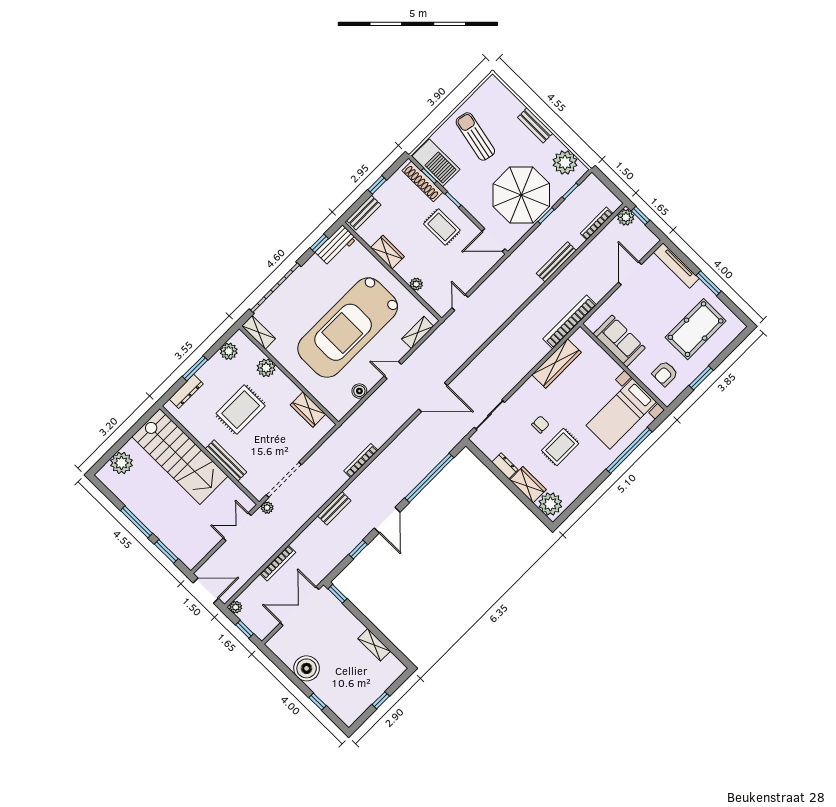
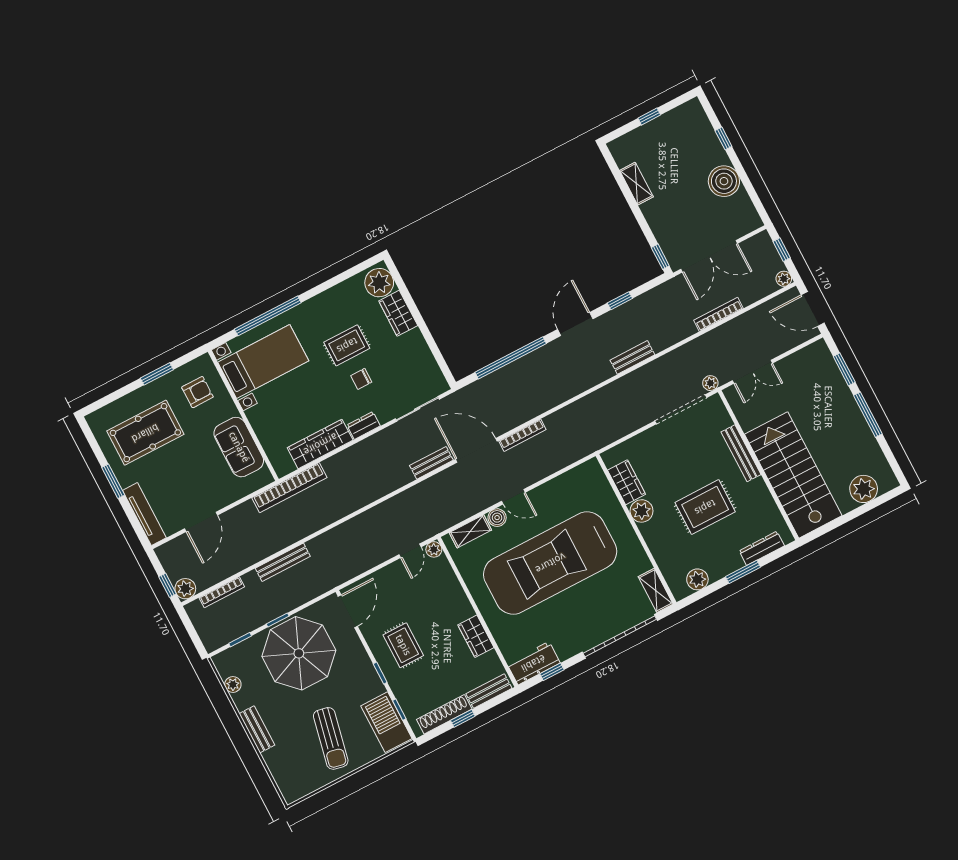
plant: (565, 162) -> (233, 685), width x0.53, depth x0.53
shoe rack: (422, 181) -> (444, 714), moved, turned -90
door: (493, 240) -> (348, 611), hinge flipped
plant: (416, 284) -> (434, 549), moved
car: (348, 328) -> (550, 563), turned 180
plant: (266, 368) -> (642, 511), moved
bench: (465, 376) -> (431, 463), added
boiler: (359, 391) -> (497, 518), moved
bookcase: (361, 461) -> (522, 435), moved
dresser: (505, 466) -> (364, 425), moved, turned 90

